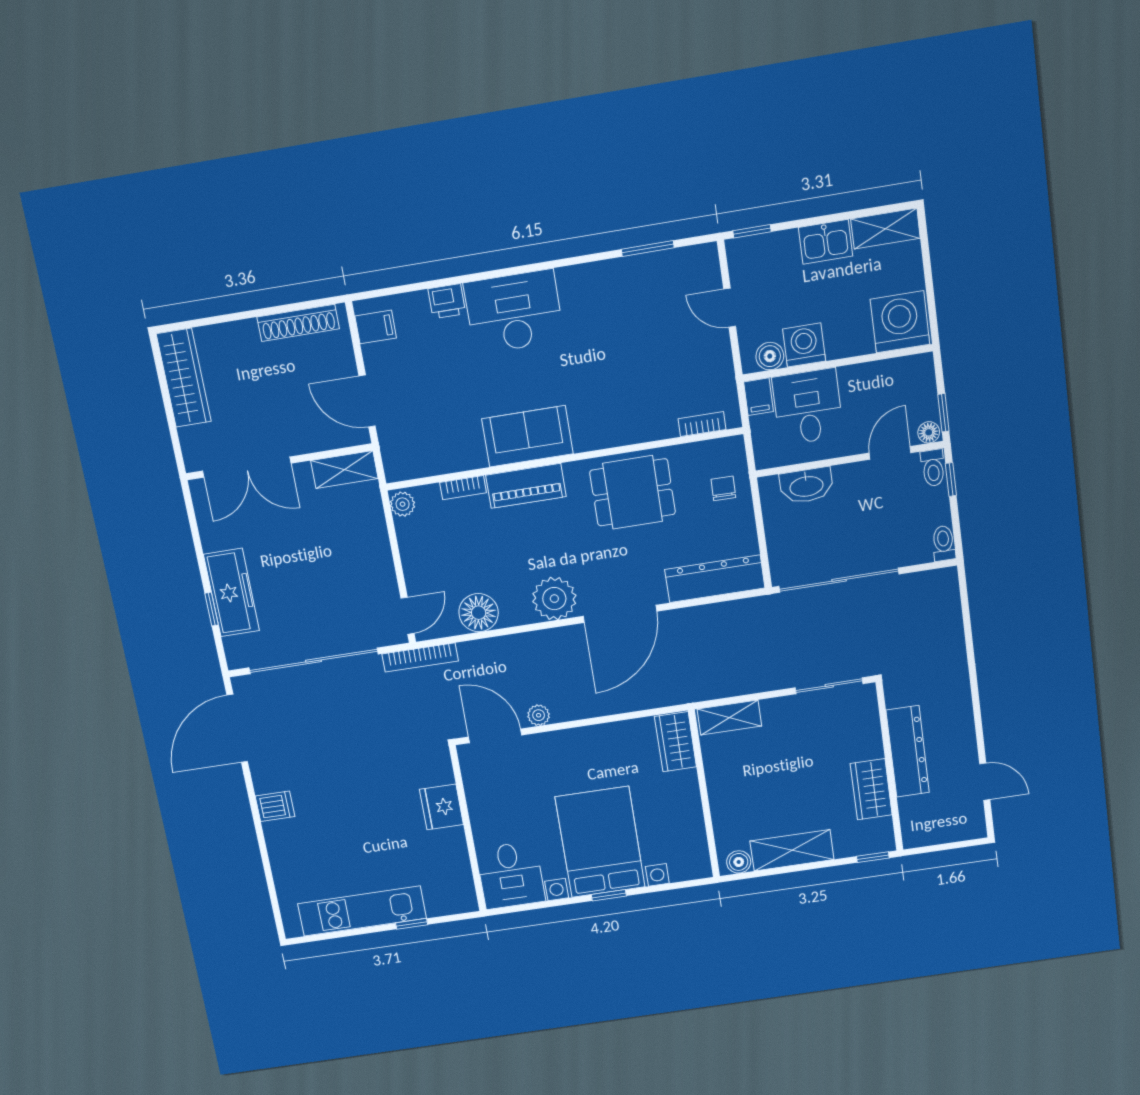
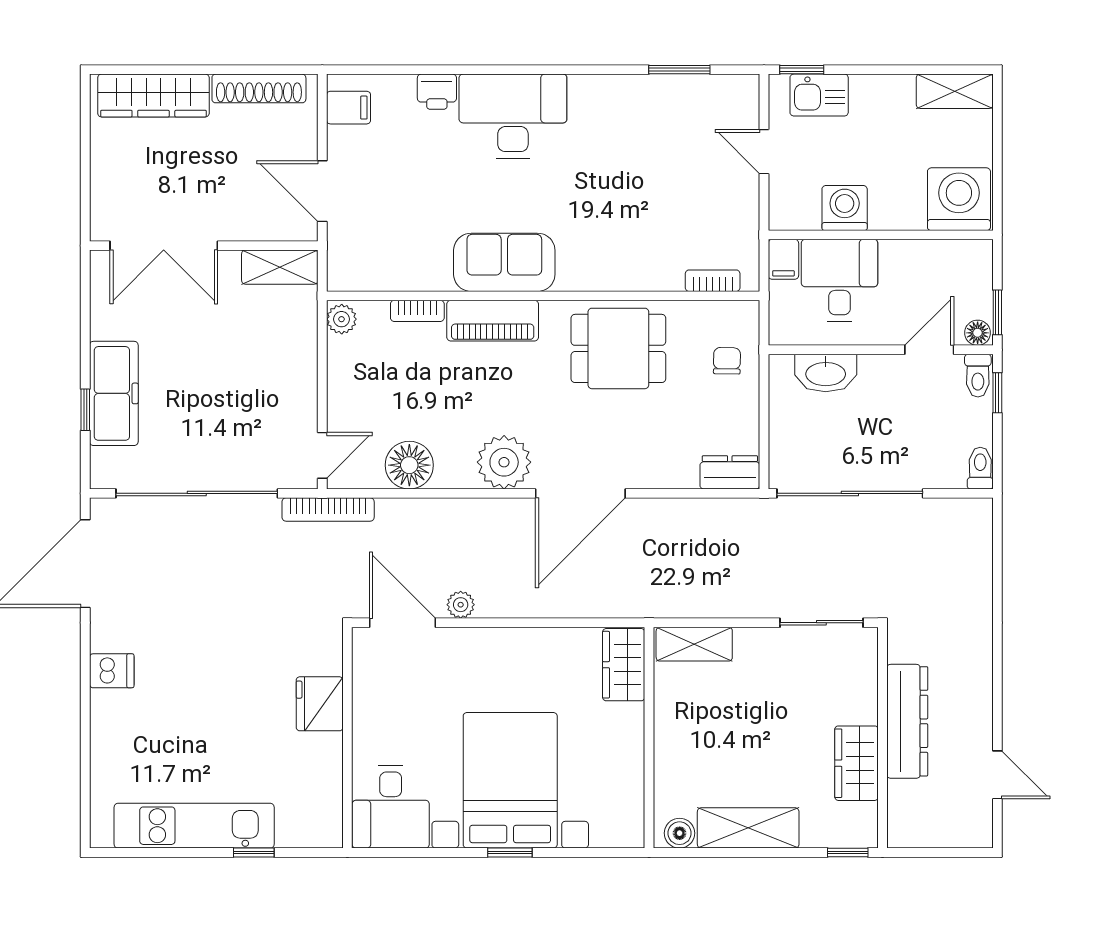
kitchen sink: (826, 242) -> (819, 95), moved
boiler: (770, 356) -> (803, 214), removed
wardrobe: (184, 378) -> (153, 96), moved, turned 90
dresser: (715, 579) -> (730, 472), width x0.51, depth x0.80

